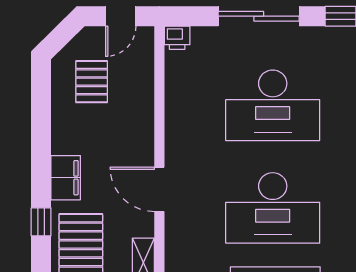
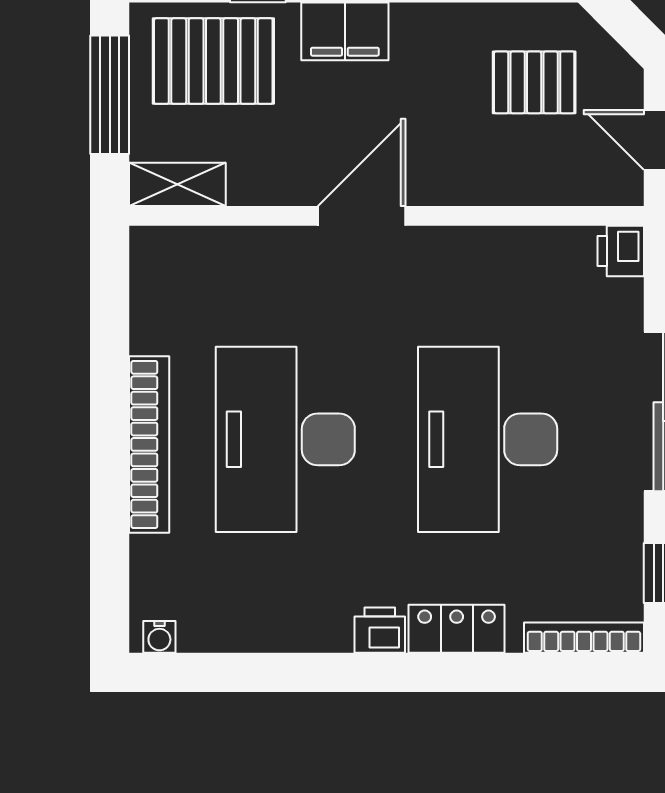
door: (159, 189) -> (362, 216), moved

